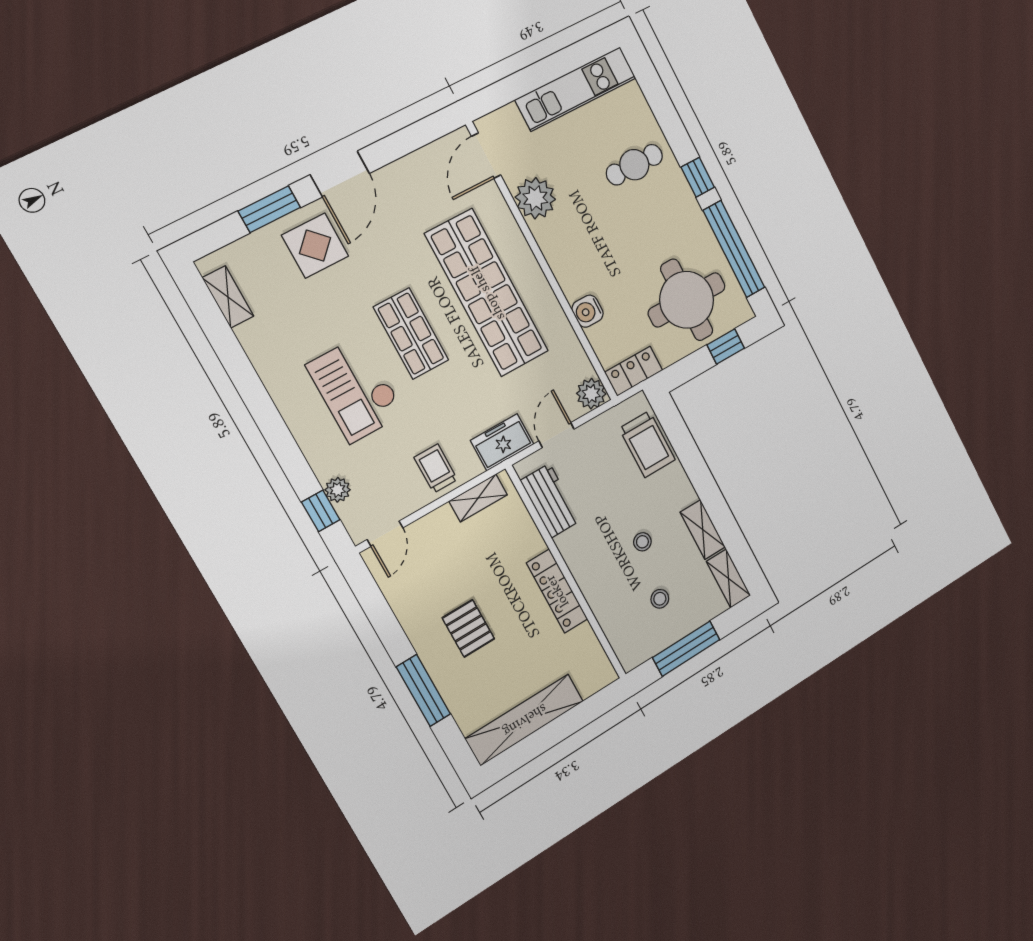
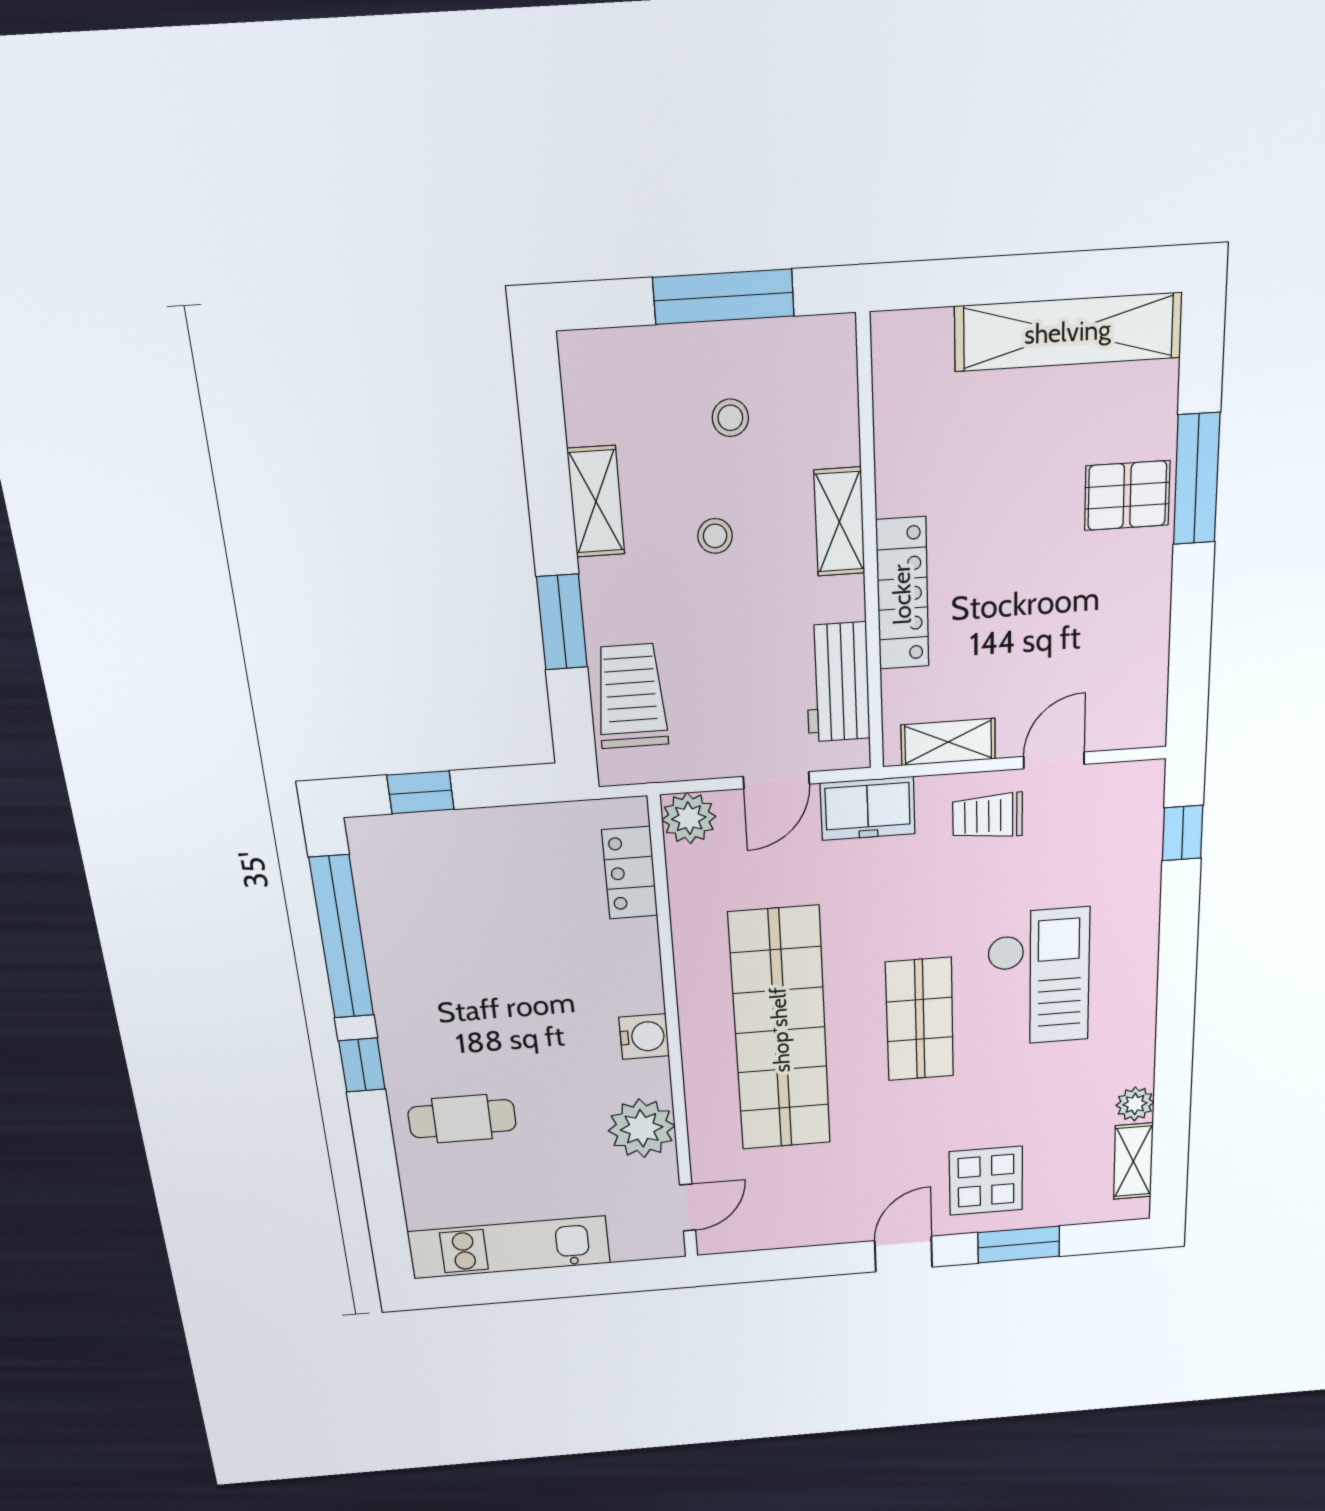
door: (486, 156) -> (688, 1208), width x0.73
door: (340, 174) -> (903, 1254), width x0.73
round table: (687, 300) -> (460, 893), removed
water cooler: (588, 311) -> (644, 1037), moved
locker: (634, 371) -> (630, 873), moved, turned 90
window: (694, 465) -> (562, 622), added
trolley: (436, 468) -> (988, 816), turned 90
plant: (338, 490) -> (1135, 1104), moved
door: (385, 534) -> (1054, 760), moved
shelving: (728, 578) -> (839, 522), moved
locker: (557, 591) -> (902, 594), moved
pallet: (468, 628) -> (1127, 496), moved, turned 90

